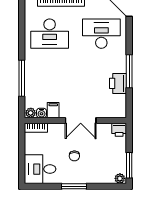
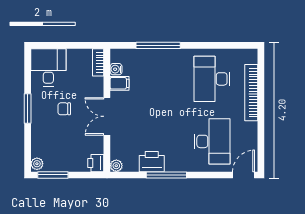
plant: (31, 113) -> (116, 166), moved

